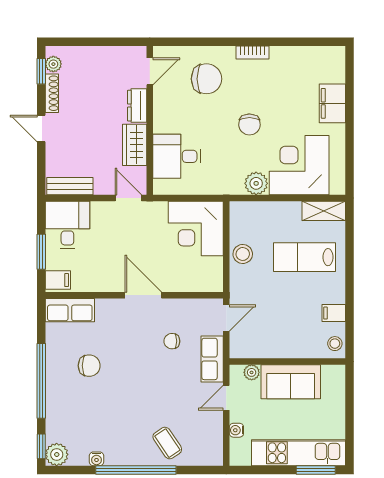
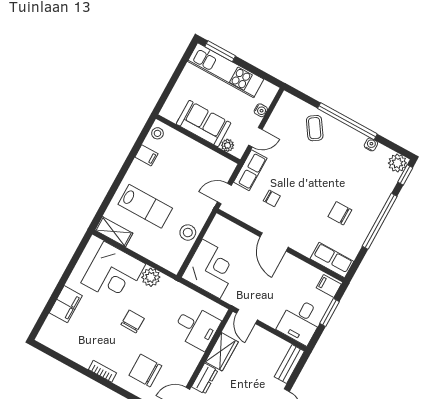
bench: (70, 186) -> (289, 364), moved, turned 90

